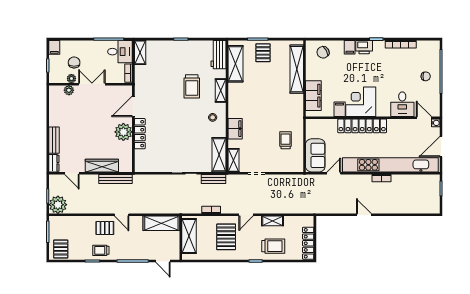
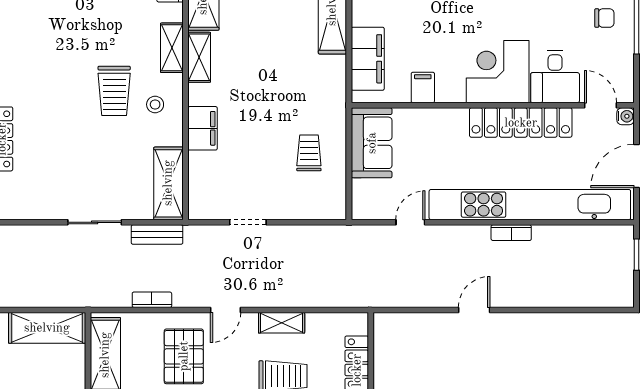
trolley: (192, 86) -> (114, 91), moved
corner desk: (361, 102) -> (498, 72), moved
locker: (362, 126) -> (521, 123), moved
sofa: (315, 155) -> (372, 143), moved
shelving: (234, 160) -> (199, 57), moved
door: (364, 215) -> (474, 310), hinge flipped

